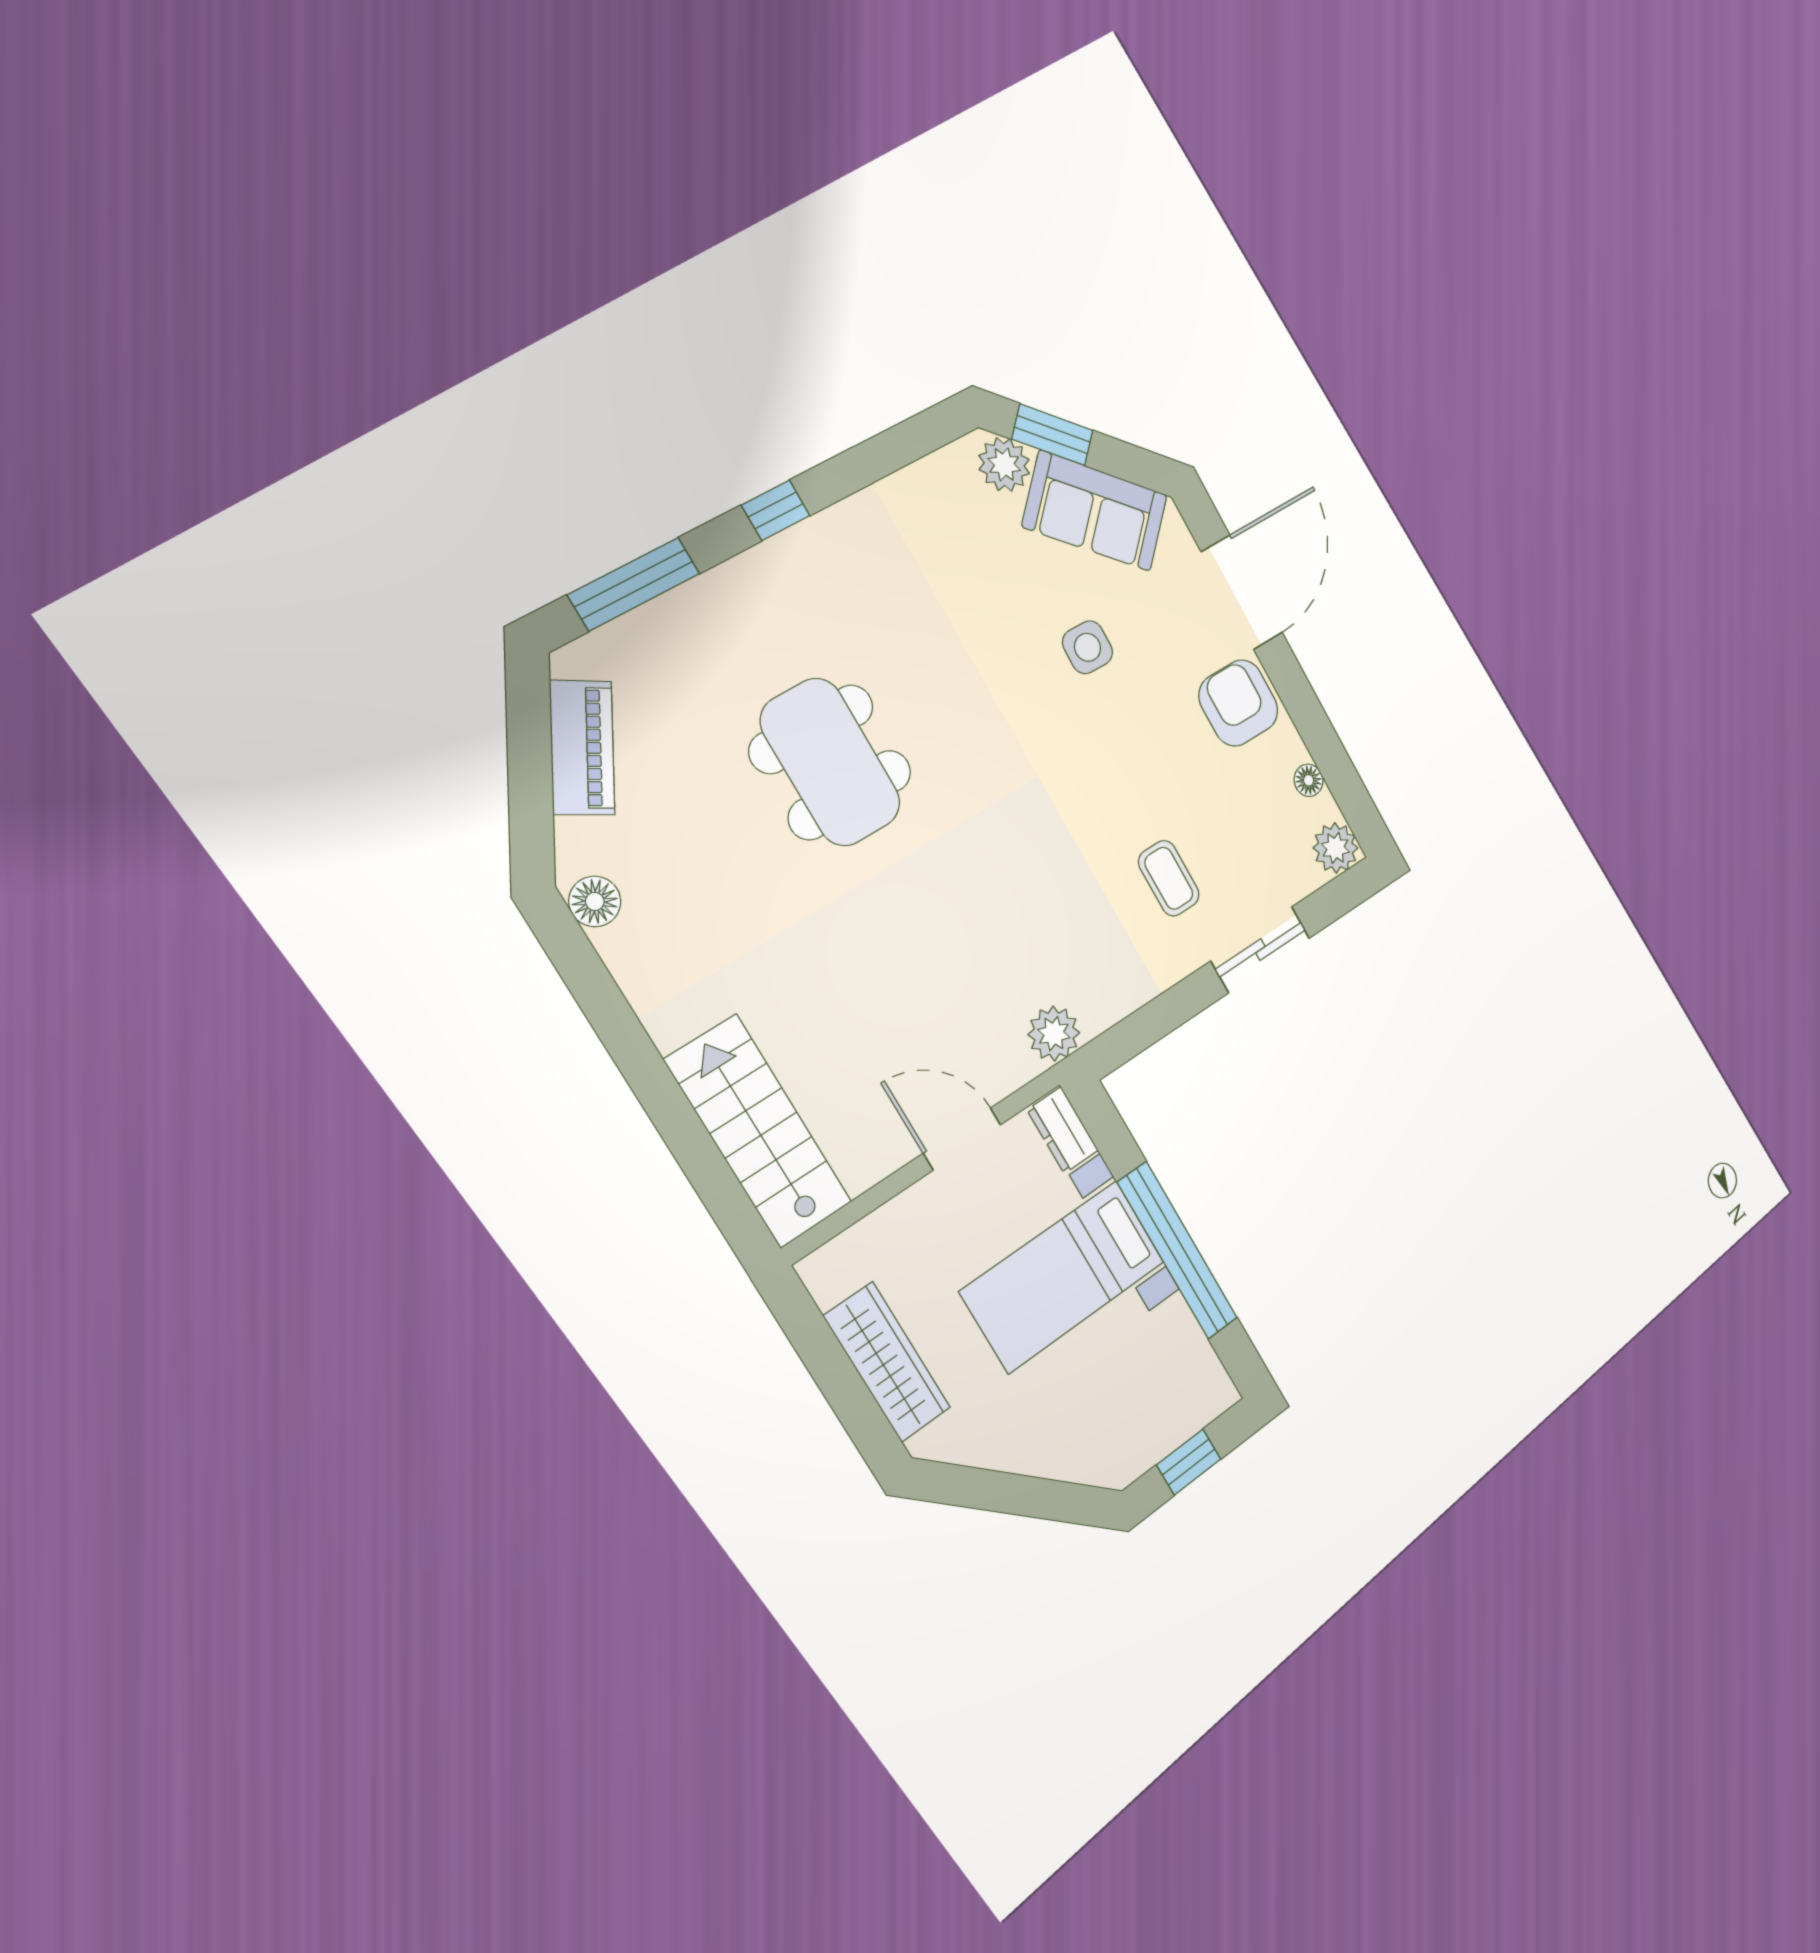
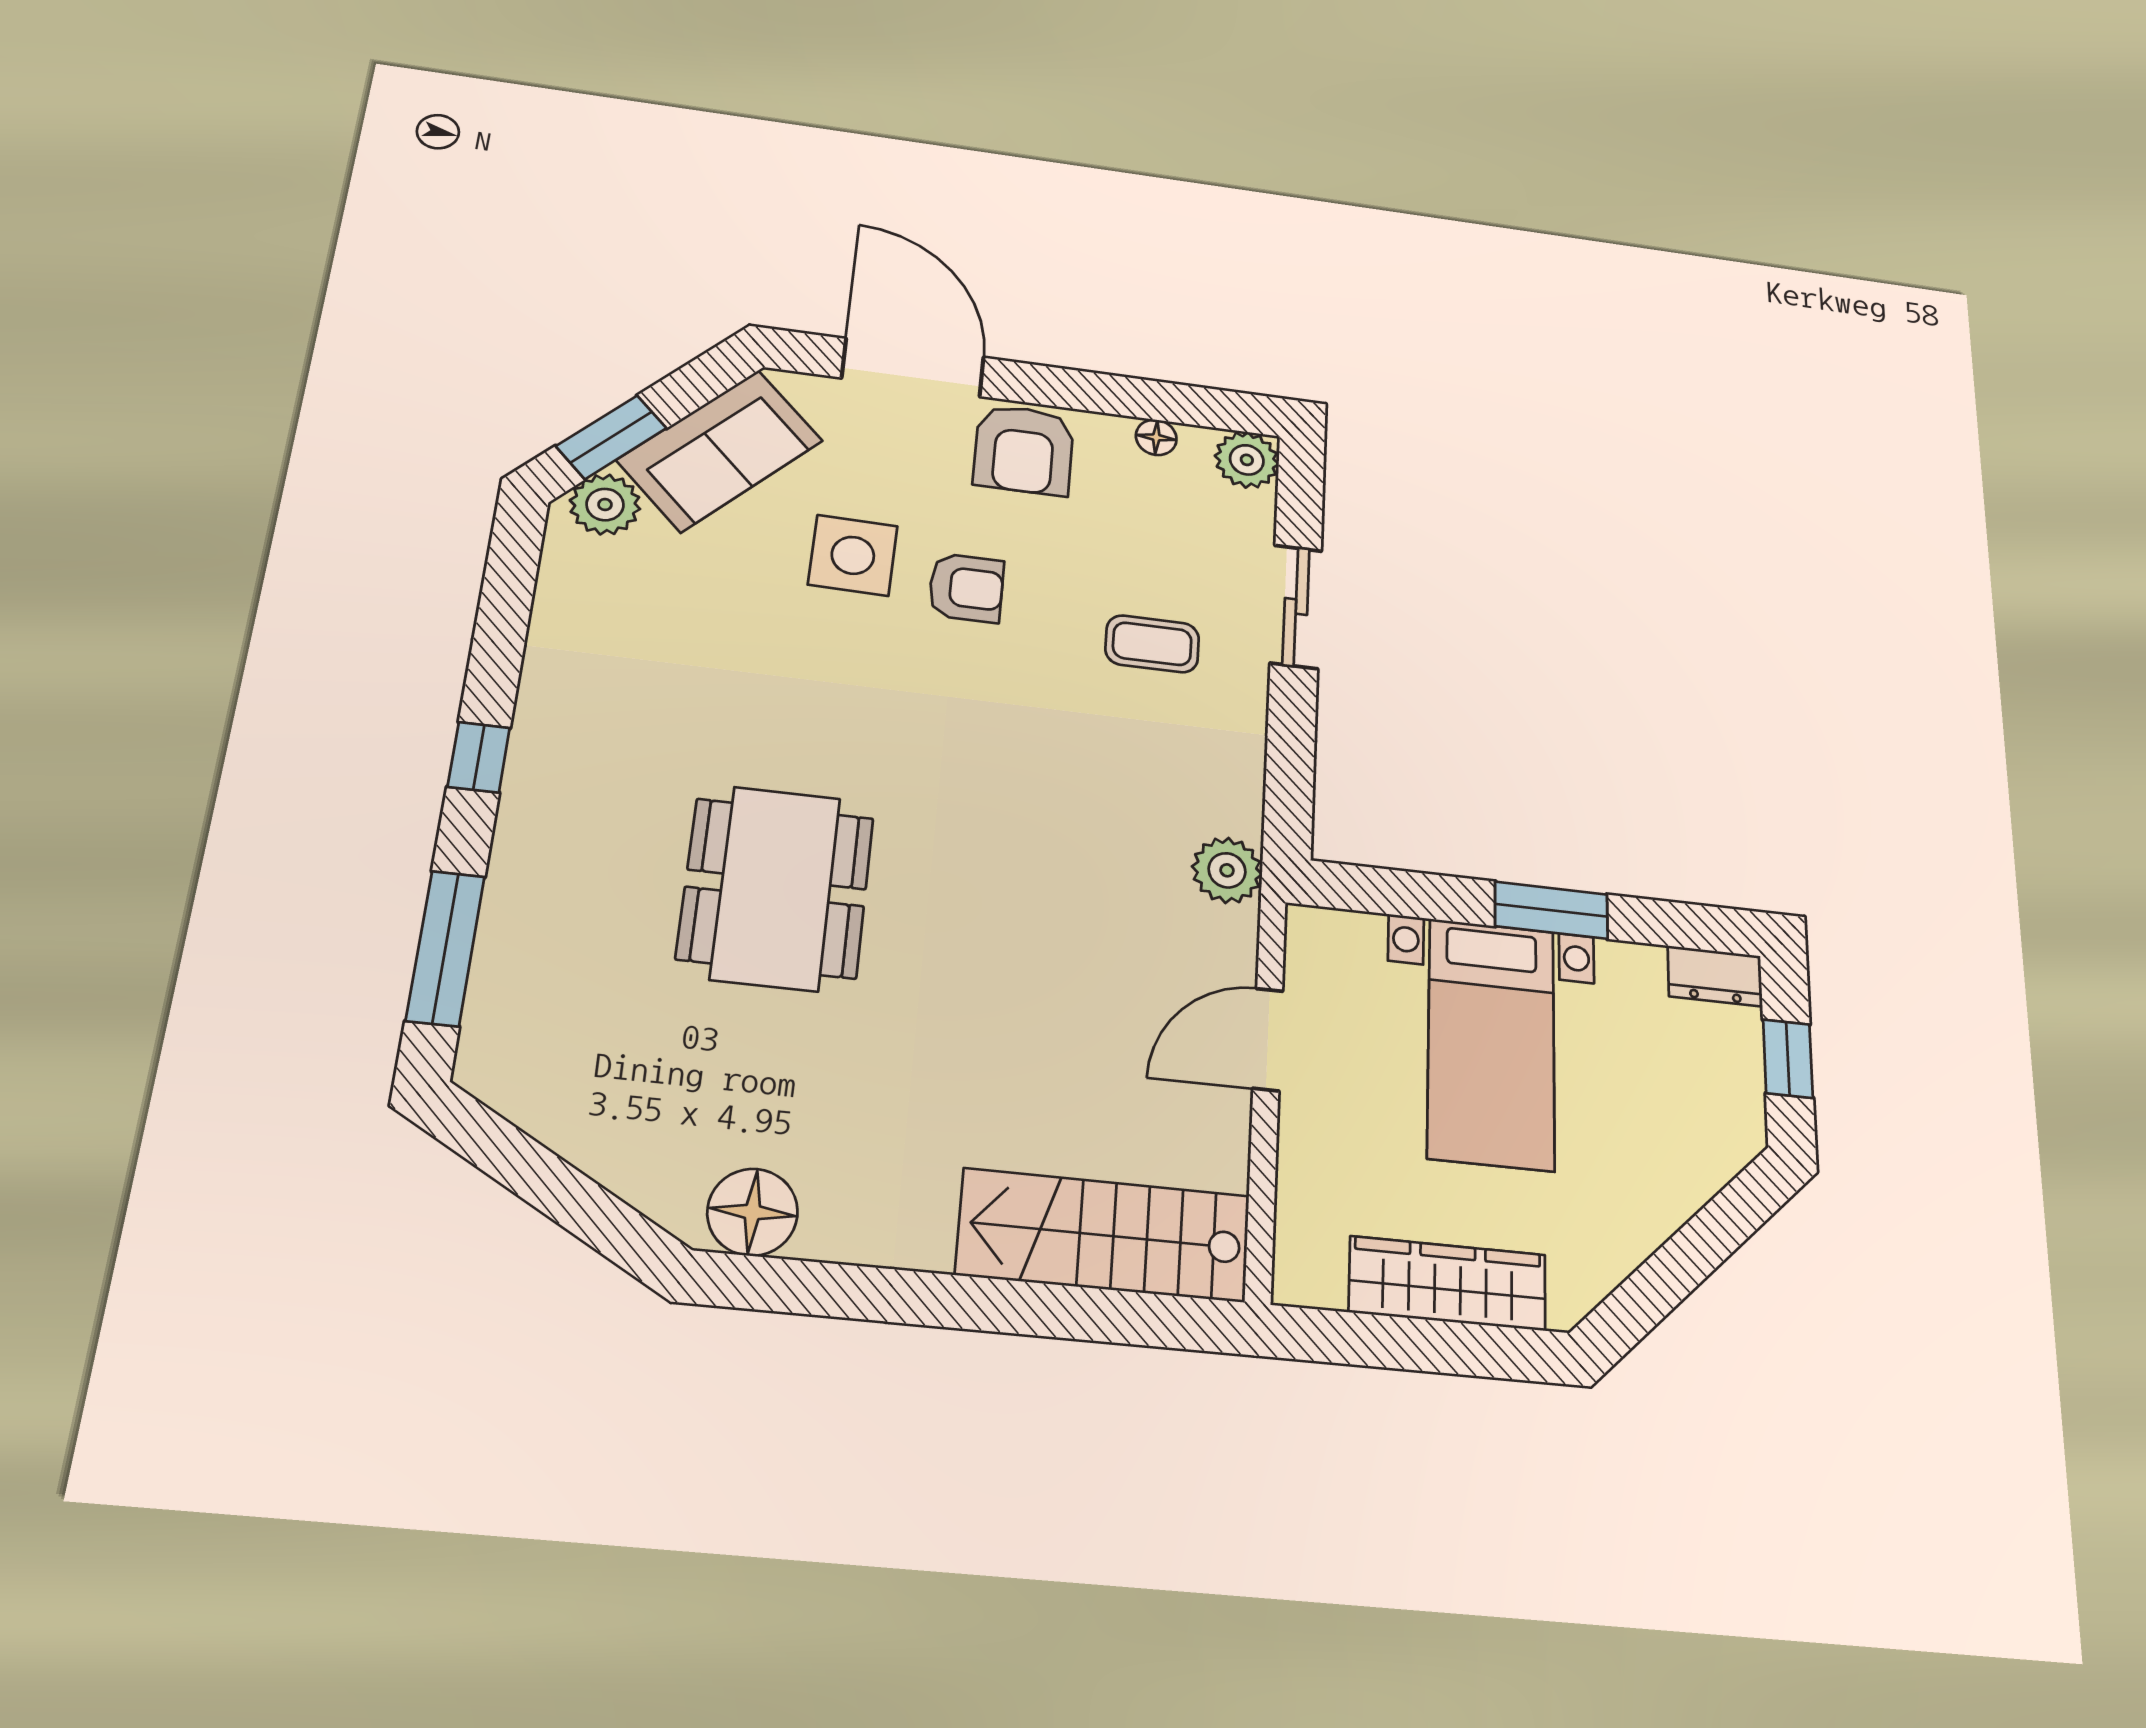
side table: (1088, 647) -> (853, 555), width x1.37, depth x1.37
armchair: (1239, 703) -> (1024, 450), turned -90
armchair: (1119, 735) -> (966, 588), added
piano: (582, 748) -> (572, 1120), removed
dining table: (831, 762) -> (776, 888), turned 90
floor lamp: (595, 901) -> (752, 1212), width x1.38, depth x1.38
dresser: (1063, 1130) -> (1715, 976), moved
window: (1178, 1251) -> (1551, 910), width x0.47

